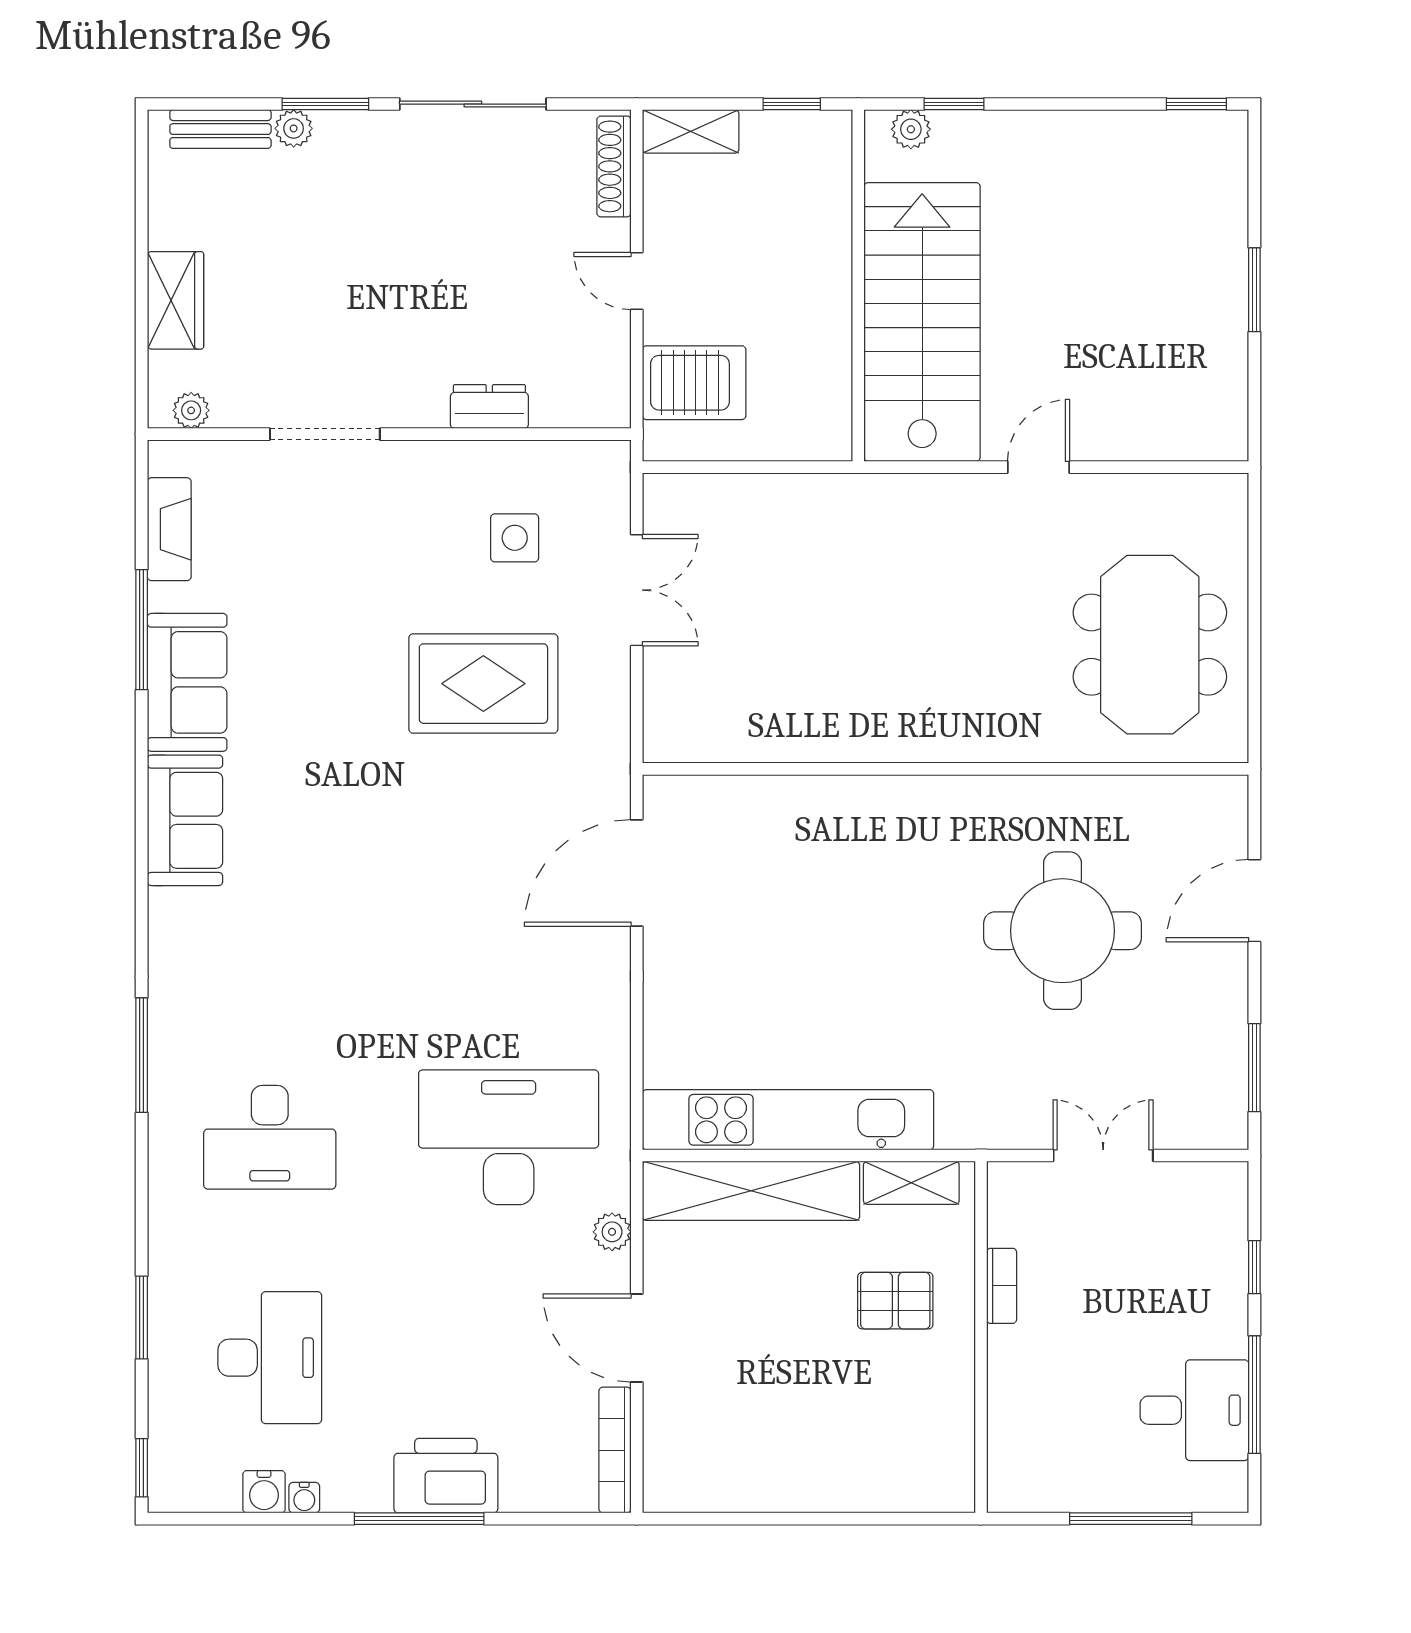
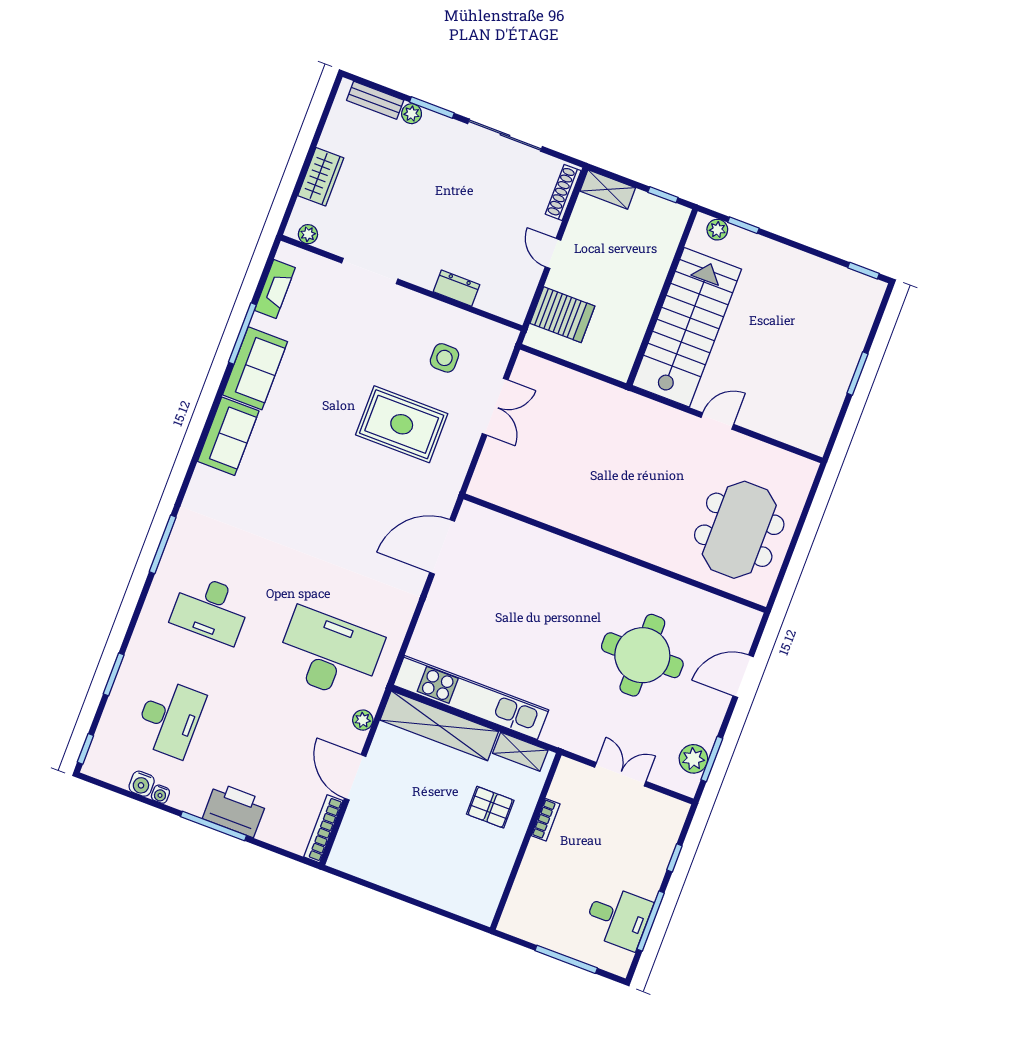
plant: (1222, 1080) -> (693, 759), added

